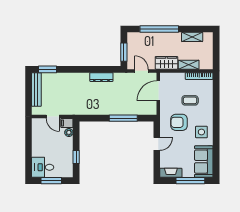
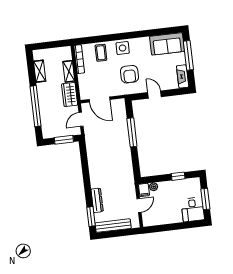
dresser: (101, 77) -> (97, 200), moved
coffee table: (190, 100) -> (101, 53), moved
side table: (201, 132) -> (123, 48), moved

